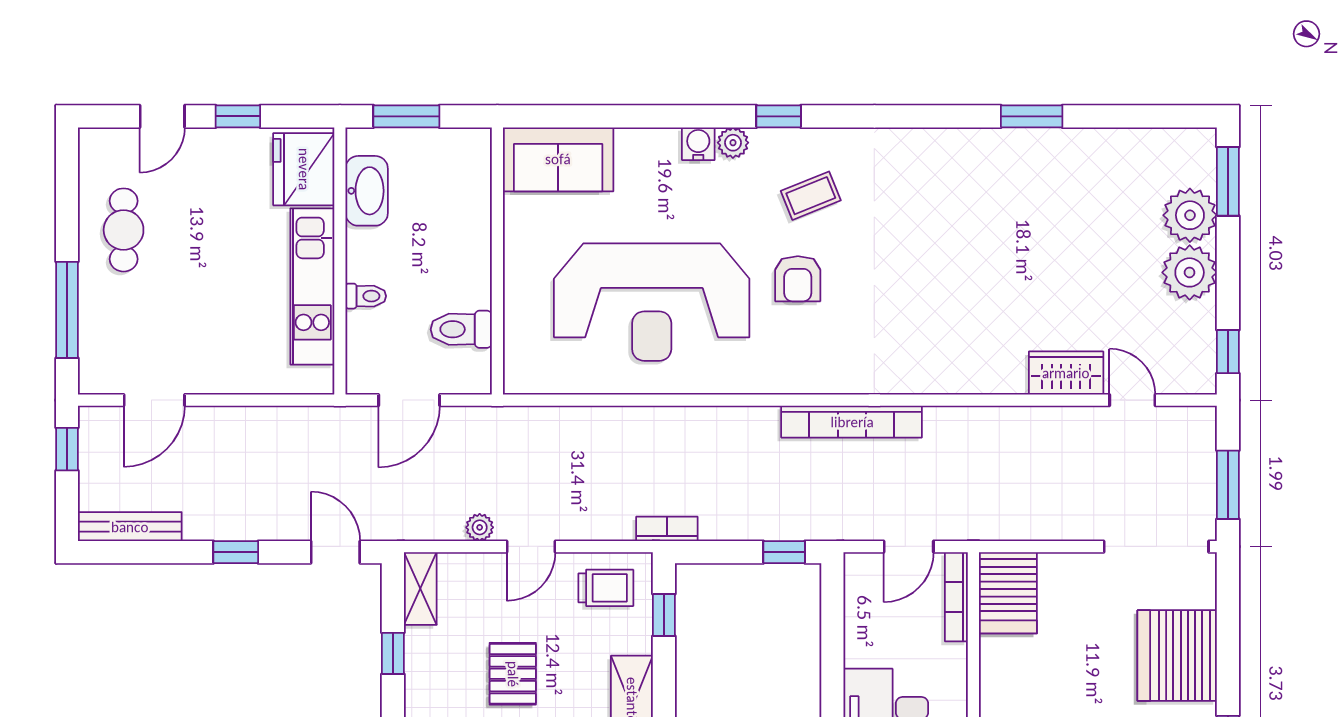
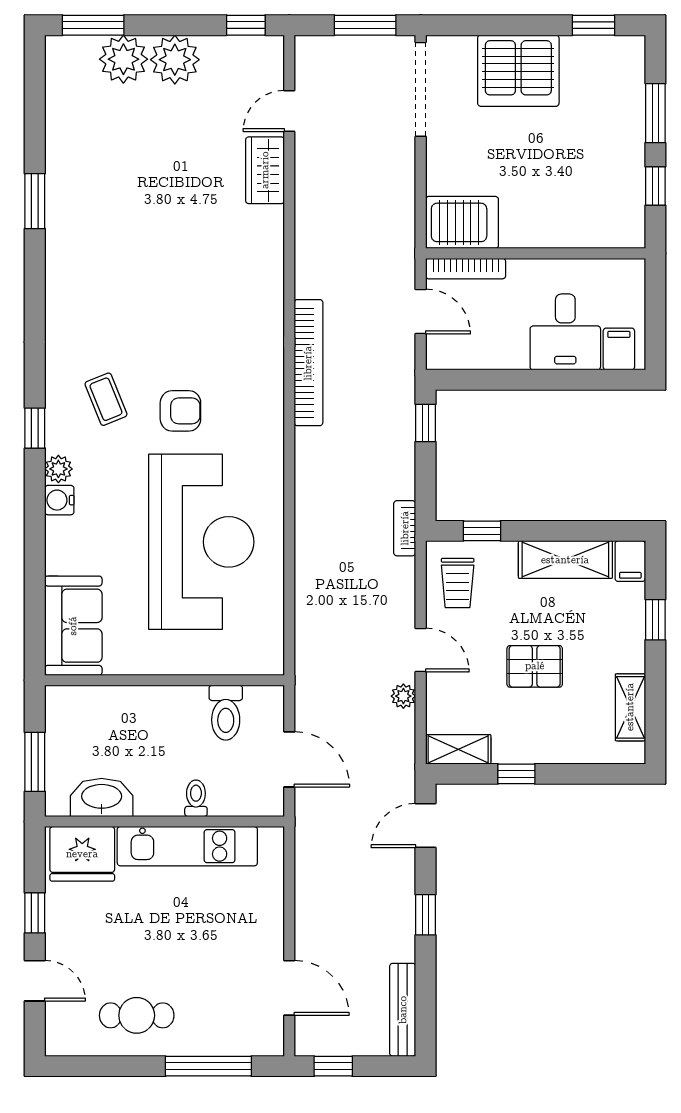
trolley: (606, 588) -> (458, 583), turned 180

